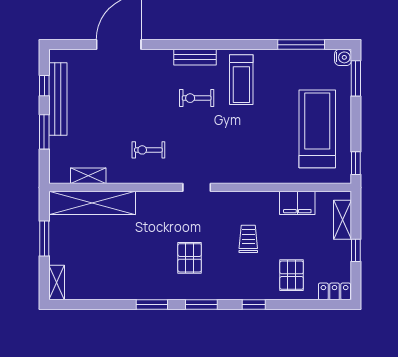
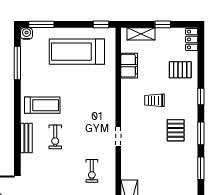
pallet: (190, 258) -> (176, 130), moved, turned 90

